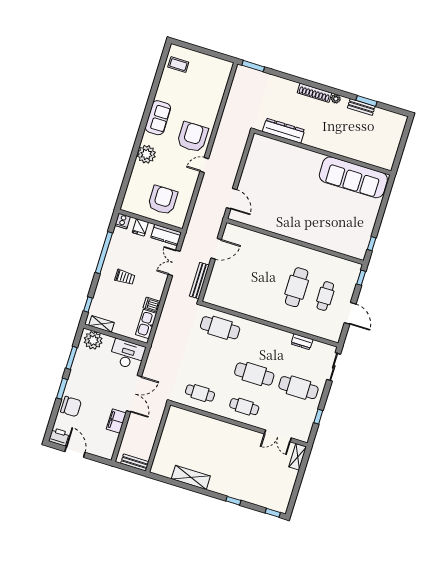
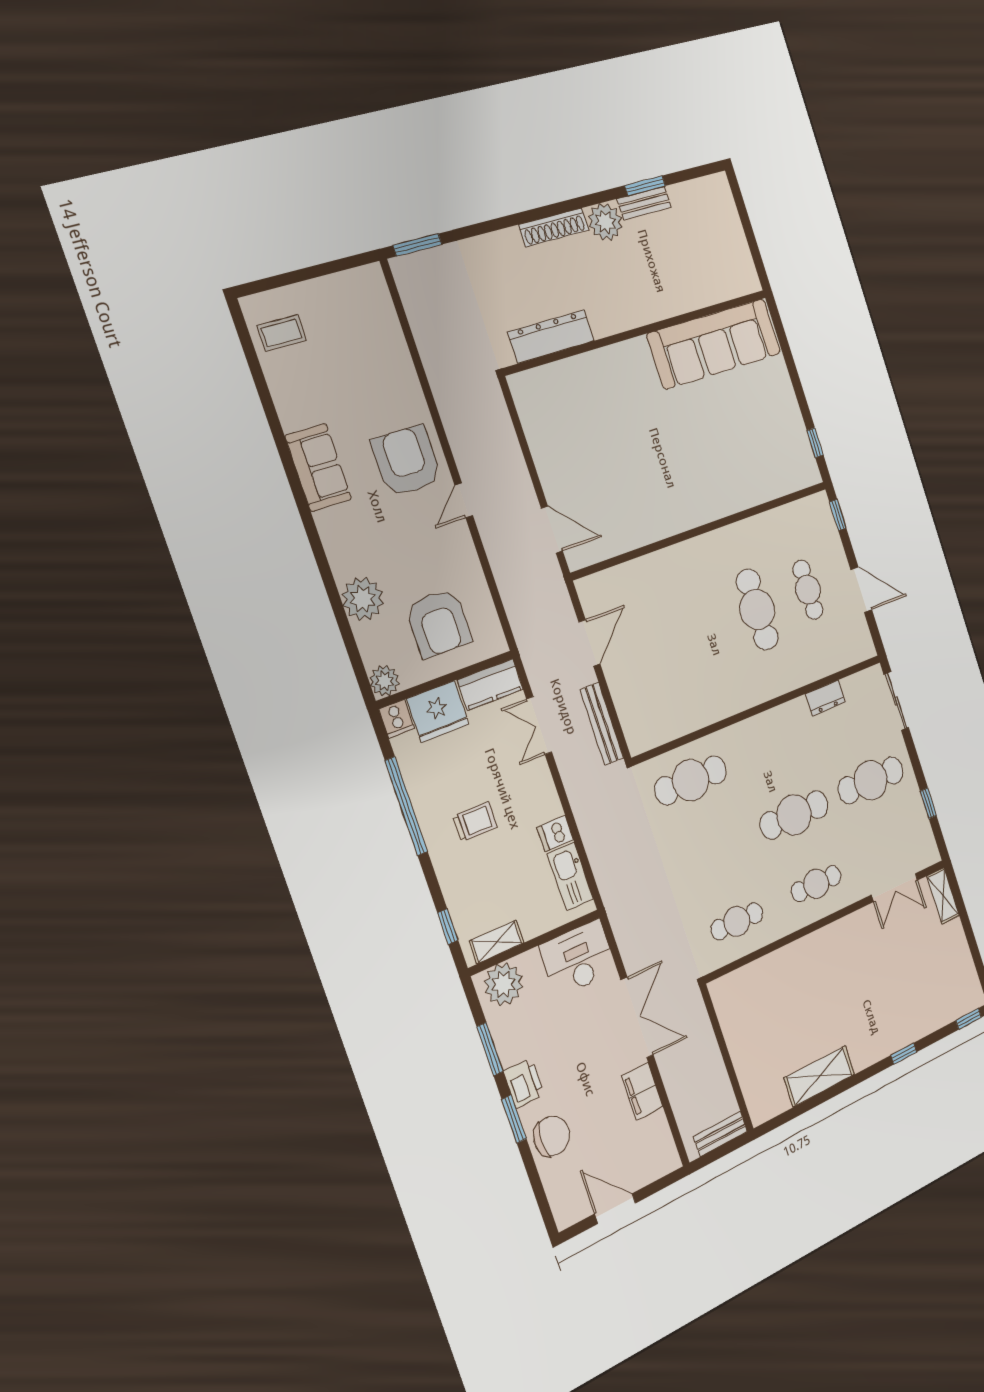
plant: (336, 99) -> (605, 222), width x1.88, depth x1.88
plant: (146, 154) -> (363, 599), moved
armchair: (163, 200) -> (439, 623), turned 180
plant: (128, 205) -> (385, 681), added
fridge: (140, 227) -> (438, 712), width x1.88, depth x1.34
printer: (59, 437) -> (524, 1083), moved, turned 90

